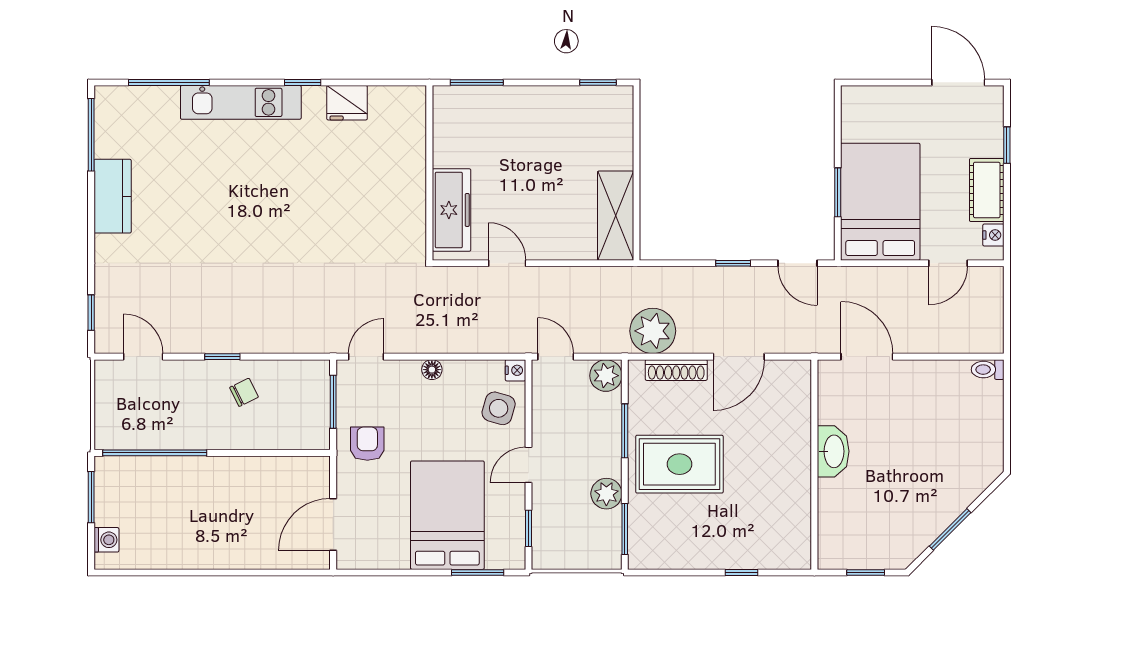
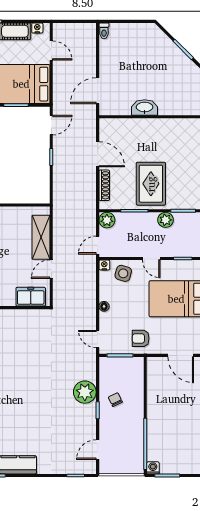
freezer: (451, 210) -> (31, 297), width x0.71
shelving: (616, 216) -> (41, 237), moved, turned 90
plant: (653, 331) -> (85, 392), moved
washing machine: (106, 540) -> (153, 468), moved

